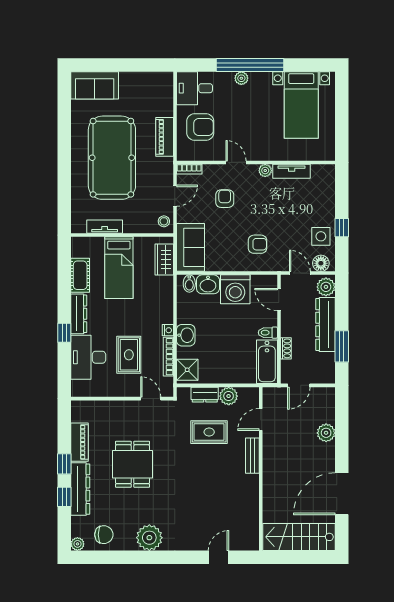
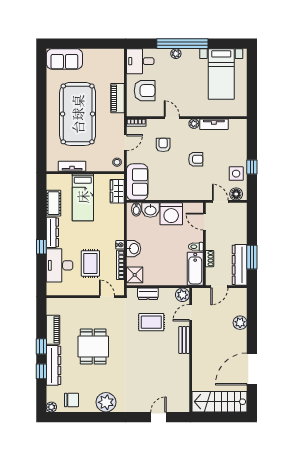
armchair: (257, 244) -> (196, 159), moved
plant: (326, 287) -> (240, 212), removed
dresser: (325, 324) -> (240, 265), moved
plant: (229, 396) -> (182, 295), moved

